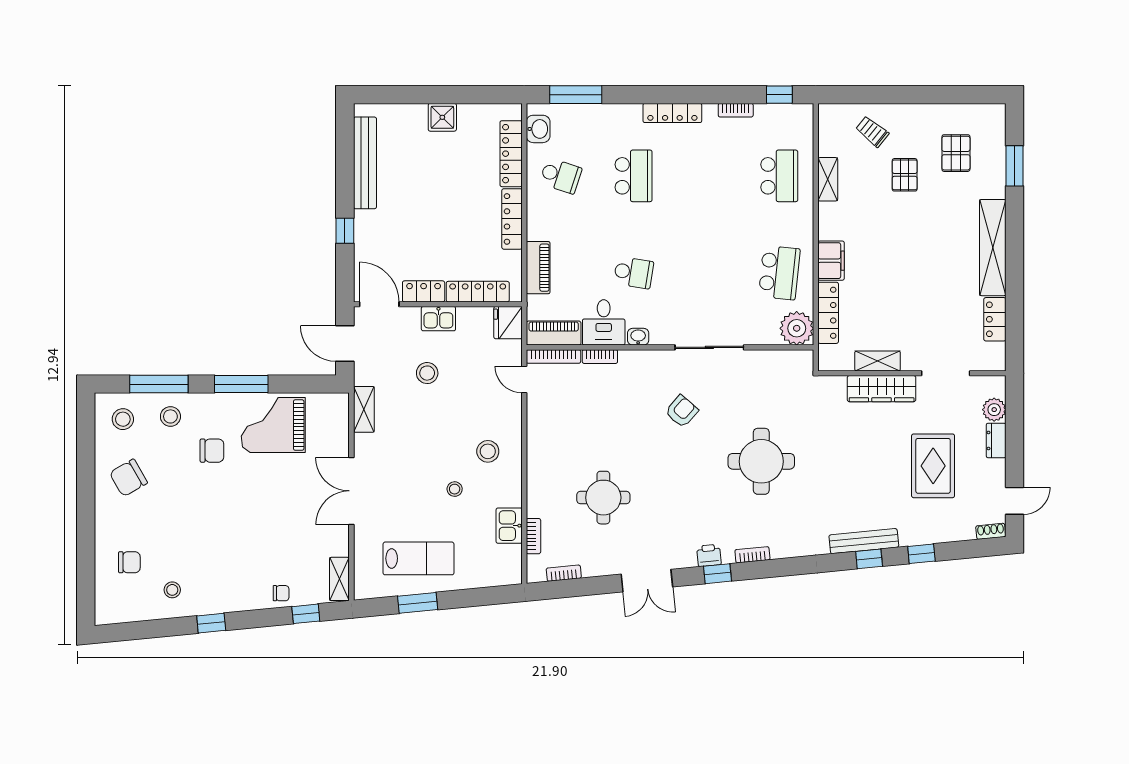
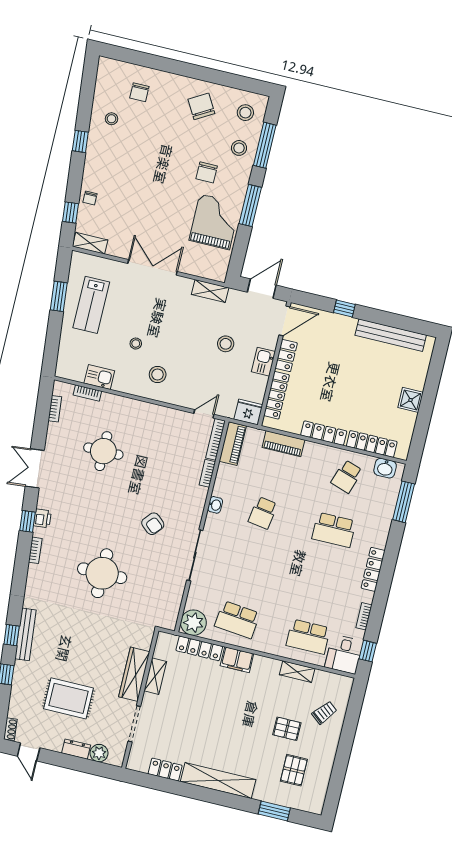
pallet: (956, 153) -> (294, 770), turned 90
desk: (604, 322) -> (344, 654), moved, turned -90

